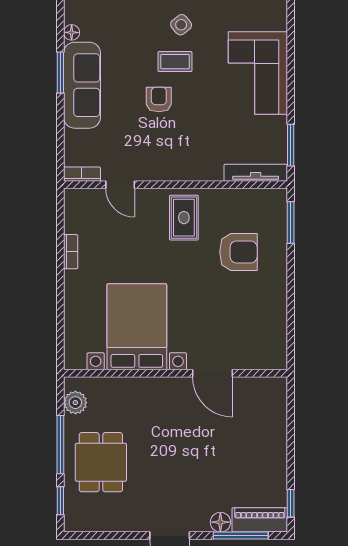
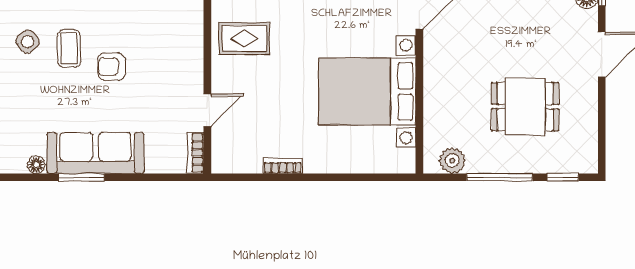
dining table: (101, 462) -> (525, 107), moved

